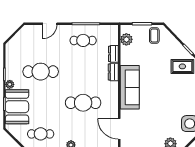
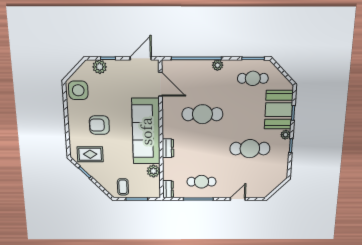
plant: (126, 39) -> (153, 171), moved
dresser: (113, 54) -> (168, 189), moved
sofa: (130, 87) -> (146, 131), width x1.36, depth x1.27
armchair: (173, 93) -> (99, 125), added

